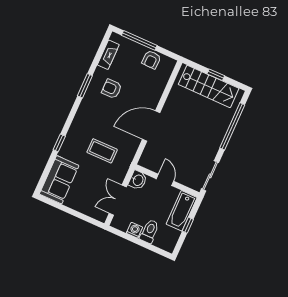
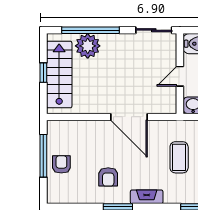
window: (139, 40) -> (43, 156), moved
fireplace: (108, 55) -> (147, 197), moved
armchair: (151, 60) -> (61, 164), moved, turned -92
plant: (221, 119) -> (88, 46), added

